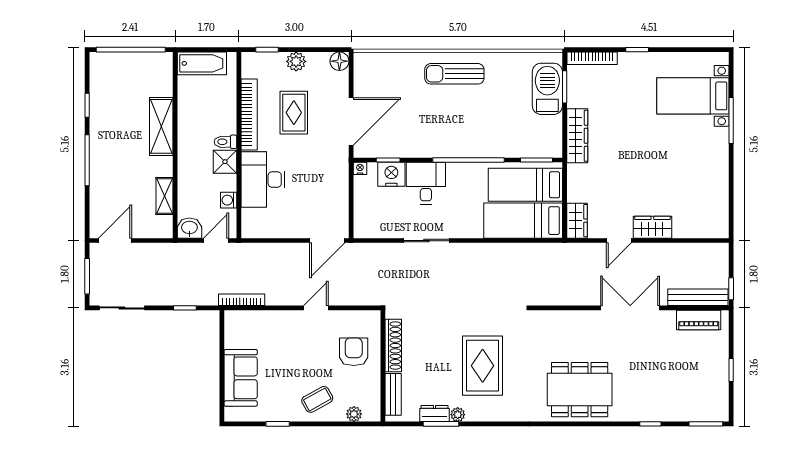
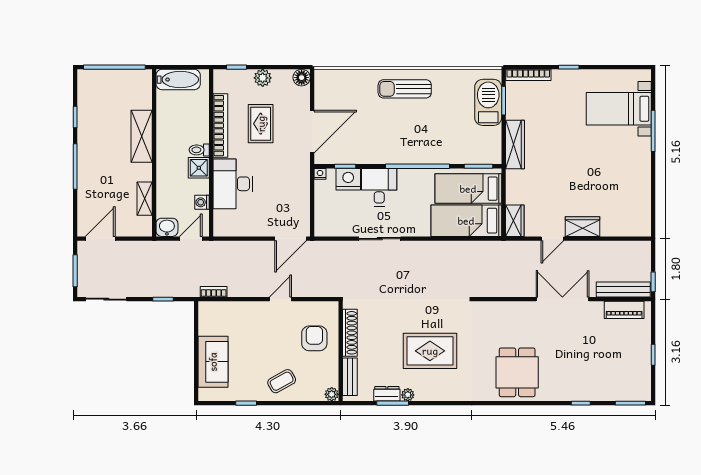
bookcase: (242, 300) -> (214, 292), width x0.64
rug: (483, 366) -> (430, 351), turned 90
dining table: (580, 390) -> (517, 372), width x0.73
plant: (354, 414) -> (332, 394), moved

